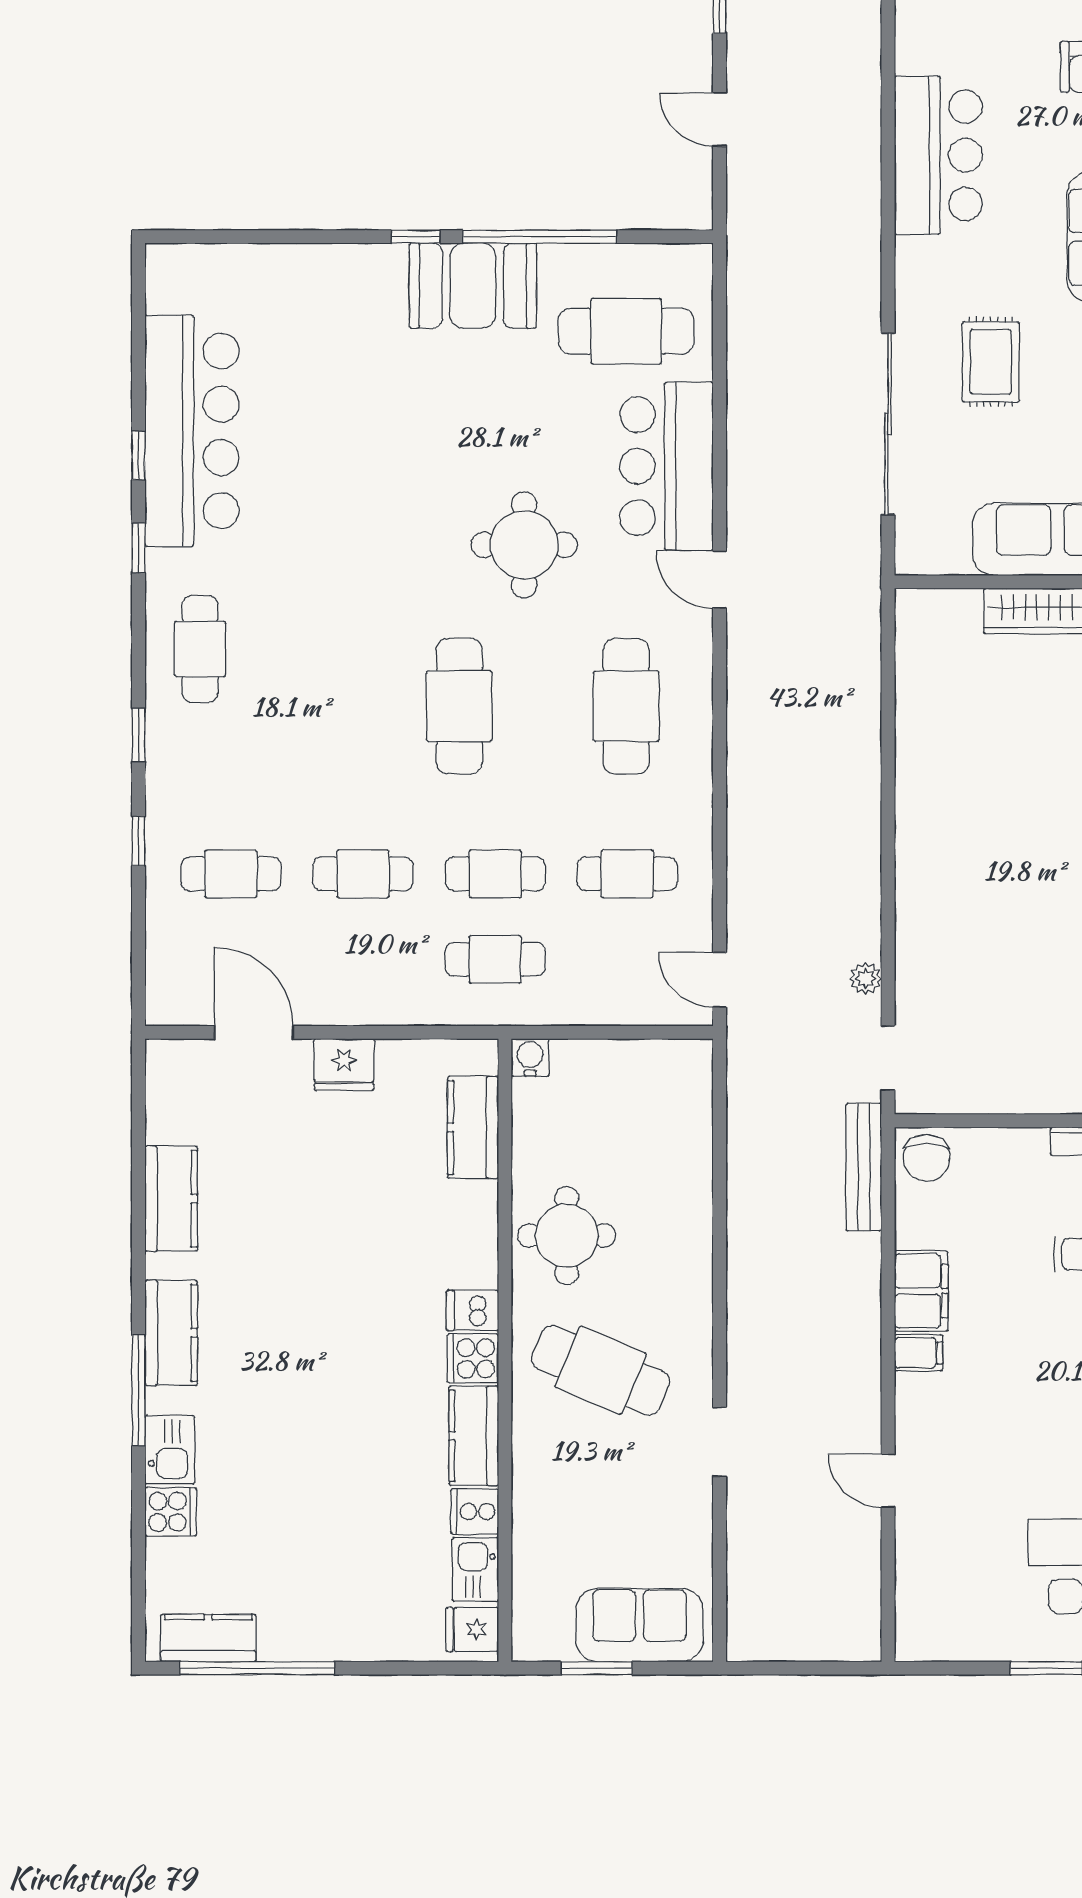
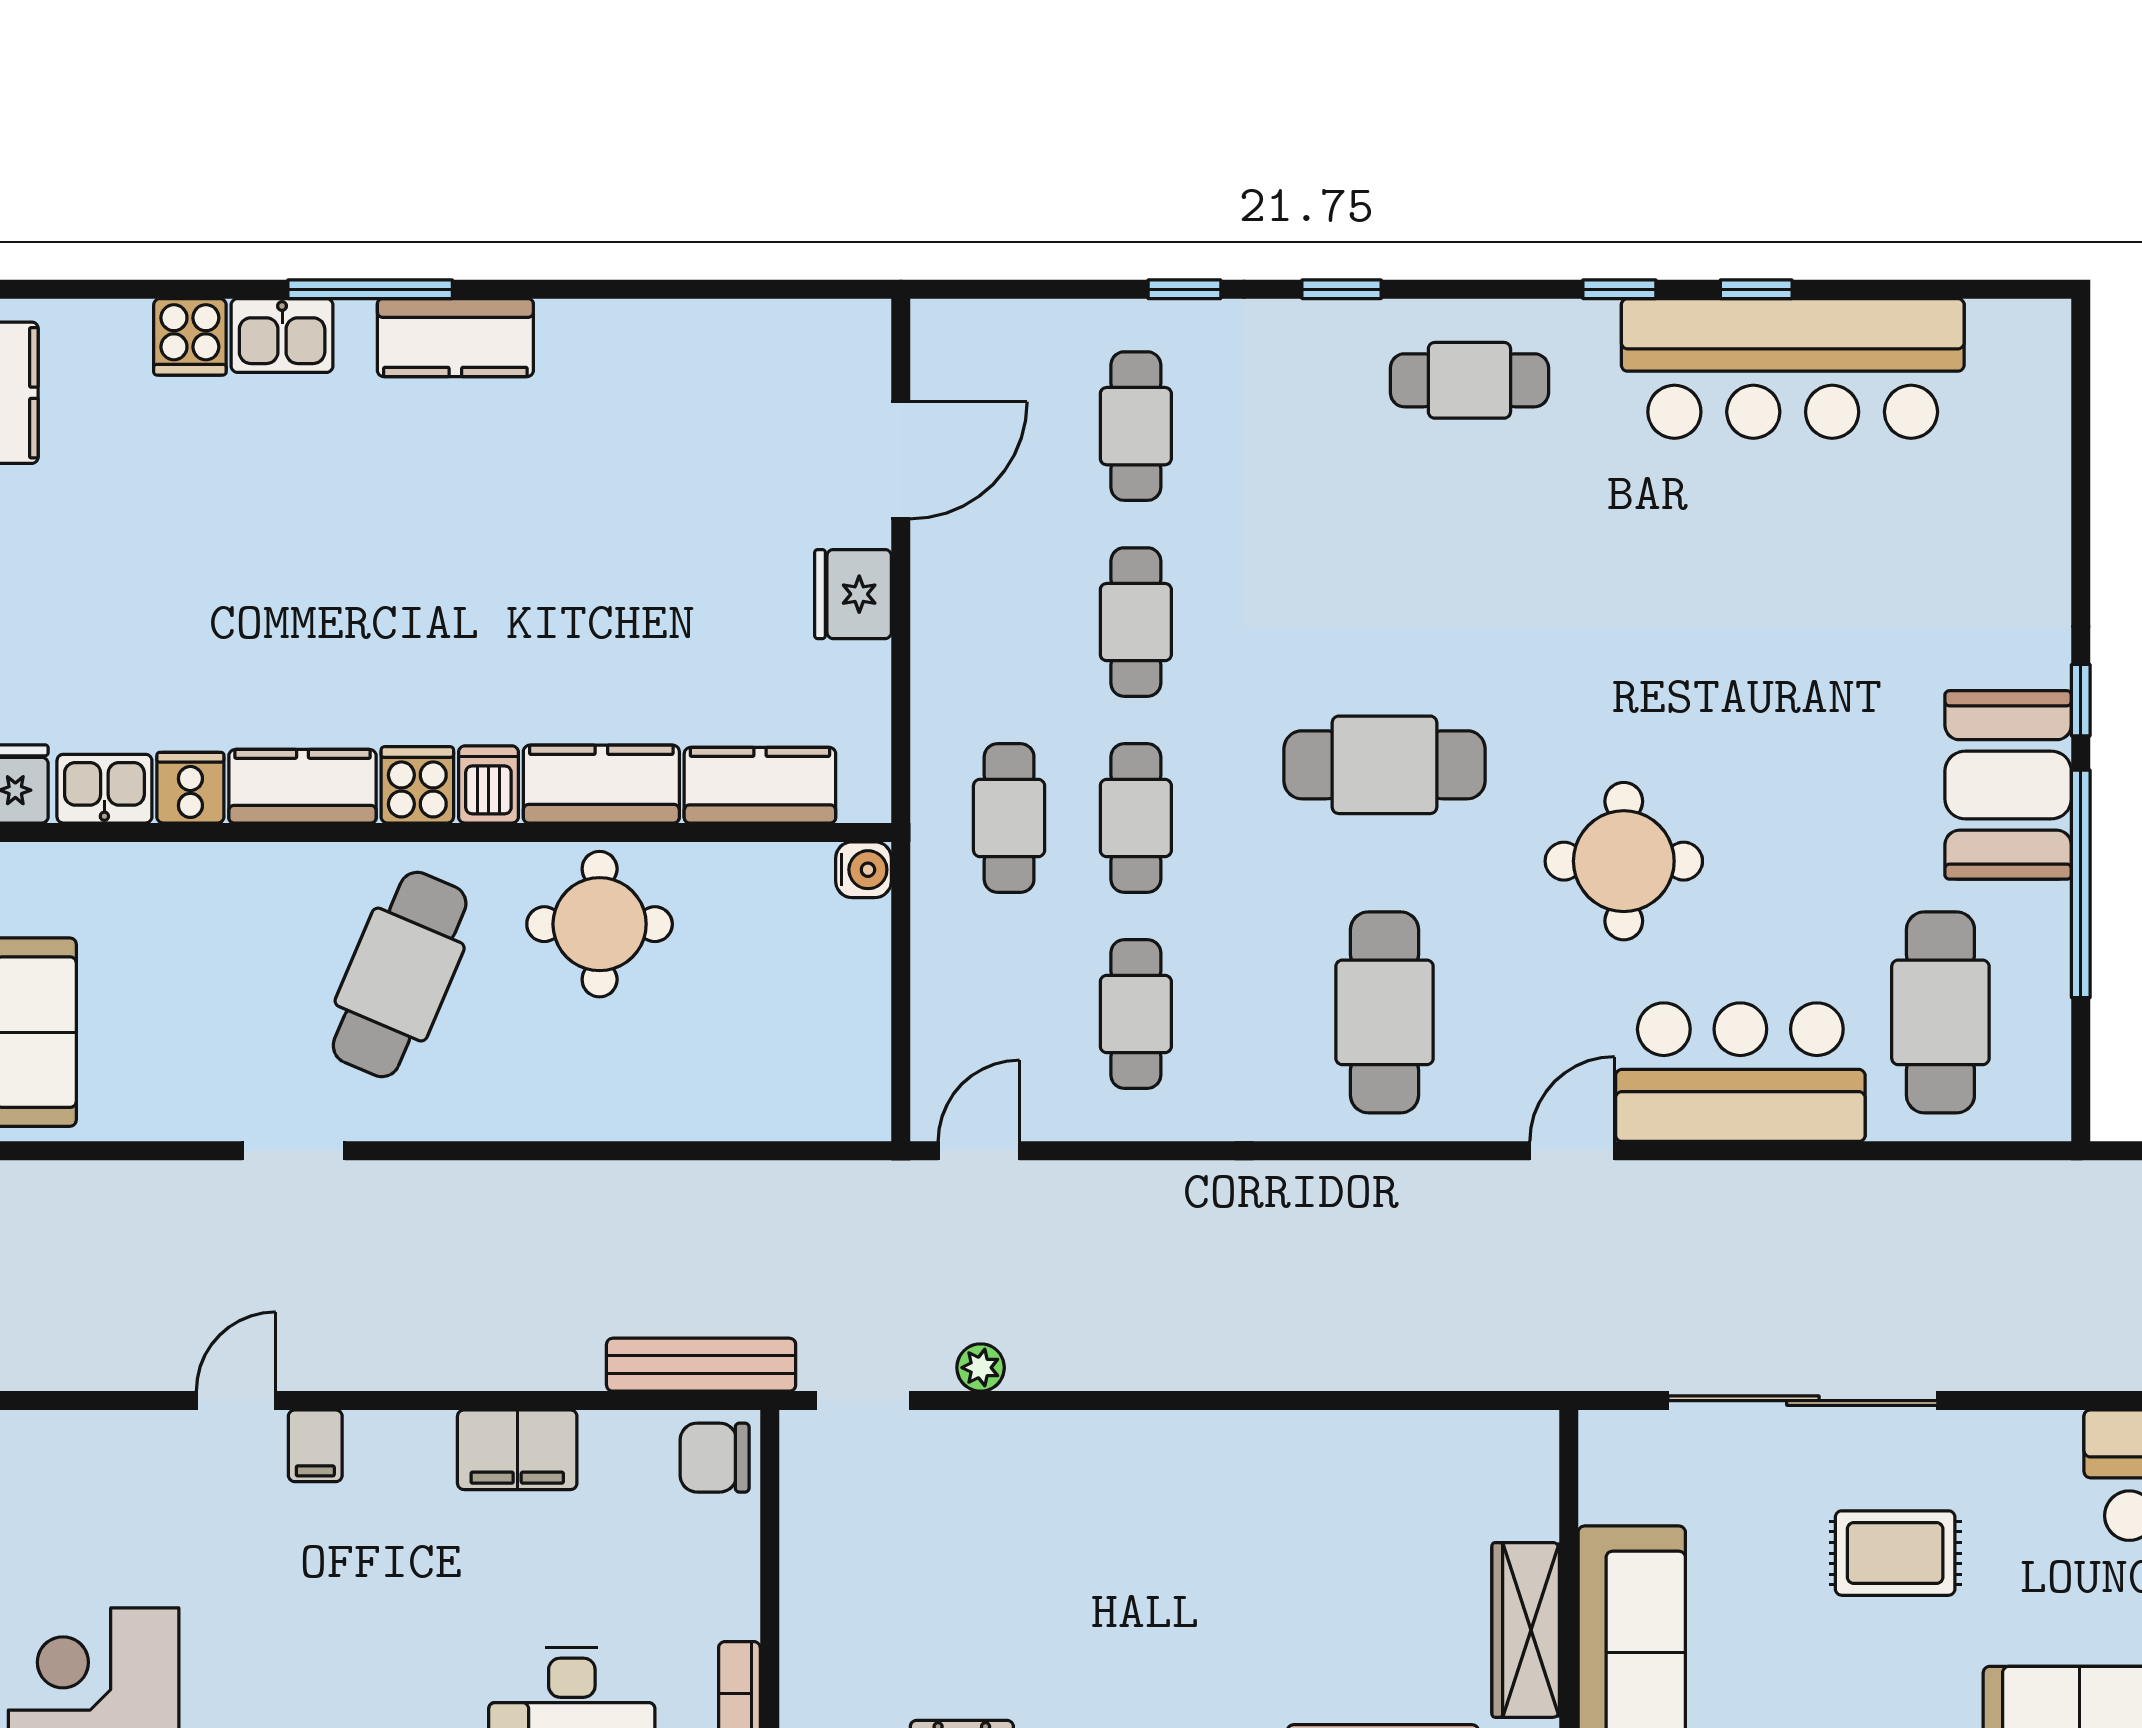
cafe table: (626, 706) -> (1385, 1012), turned 90
kitchen counter: (171, 1199) -> (601, 784), moved, turned 180
filing cabinet: (918, 1353) -> (315, 1446), moved

